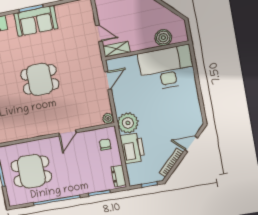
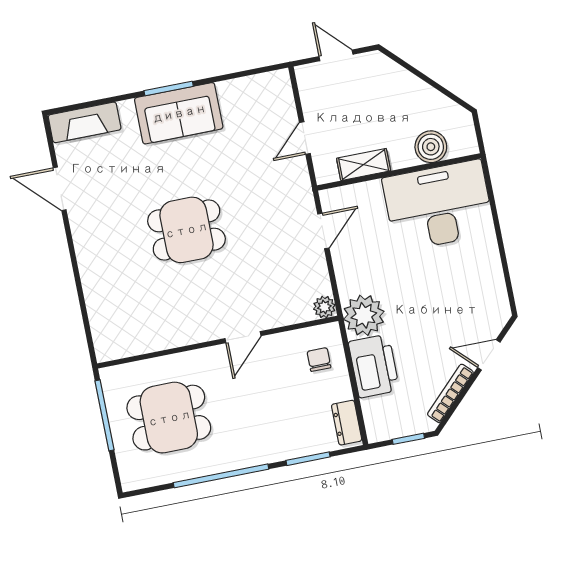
door: (99, 33) -> (305, 138), swing flipped
shelving: (116, 49) -> (364, 165), moved

